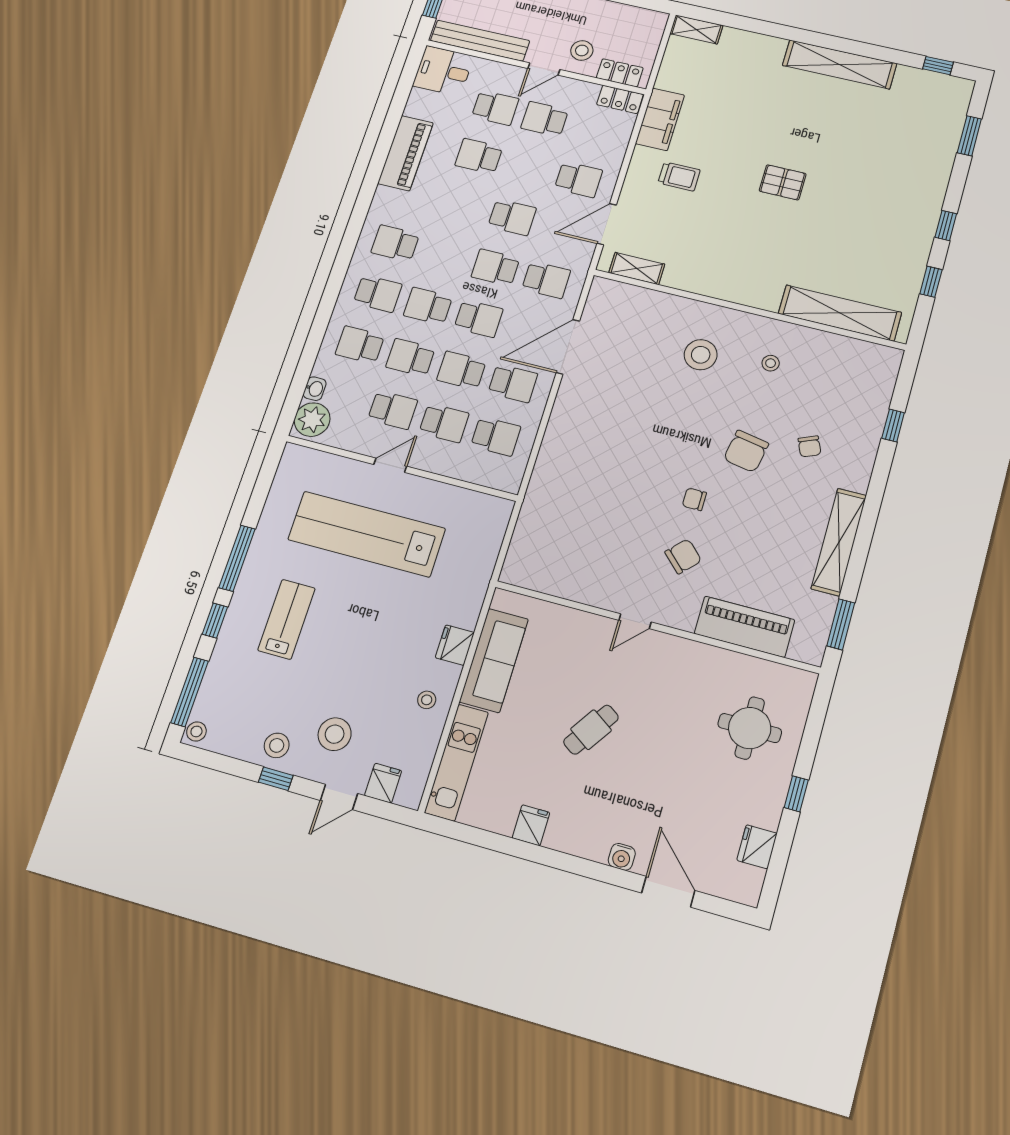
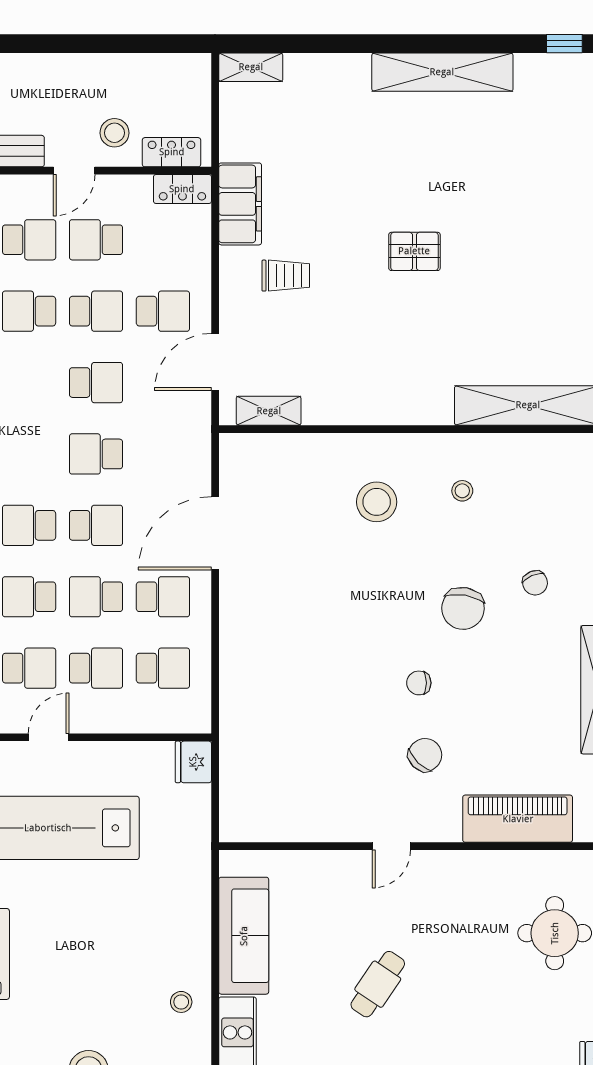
school desk: (546, 280) -> (96, 311), moved
fridge: (455, 645) -> (193, 762), moved

